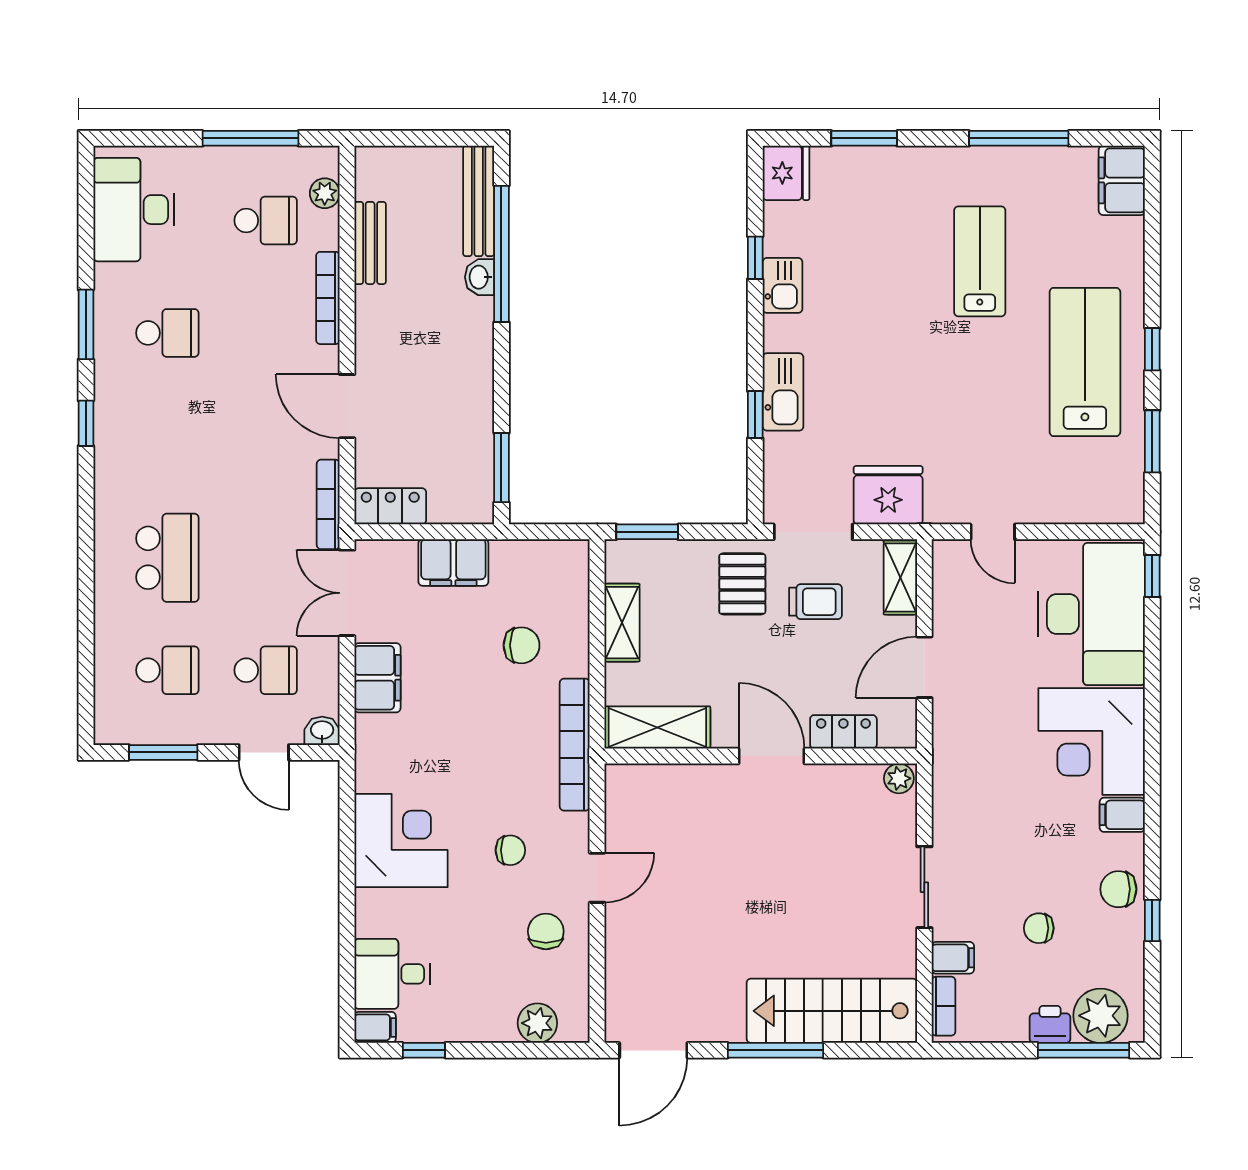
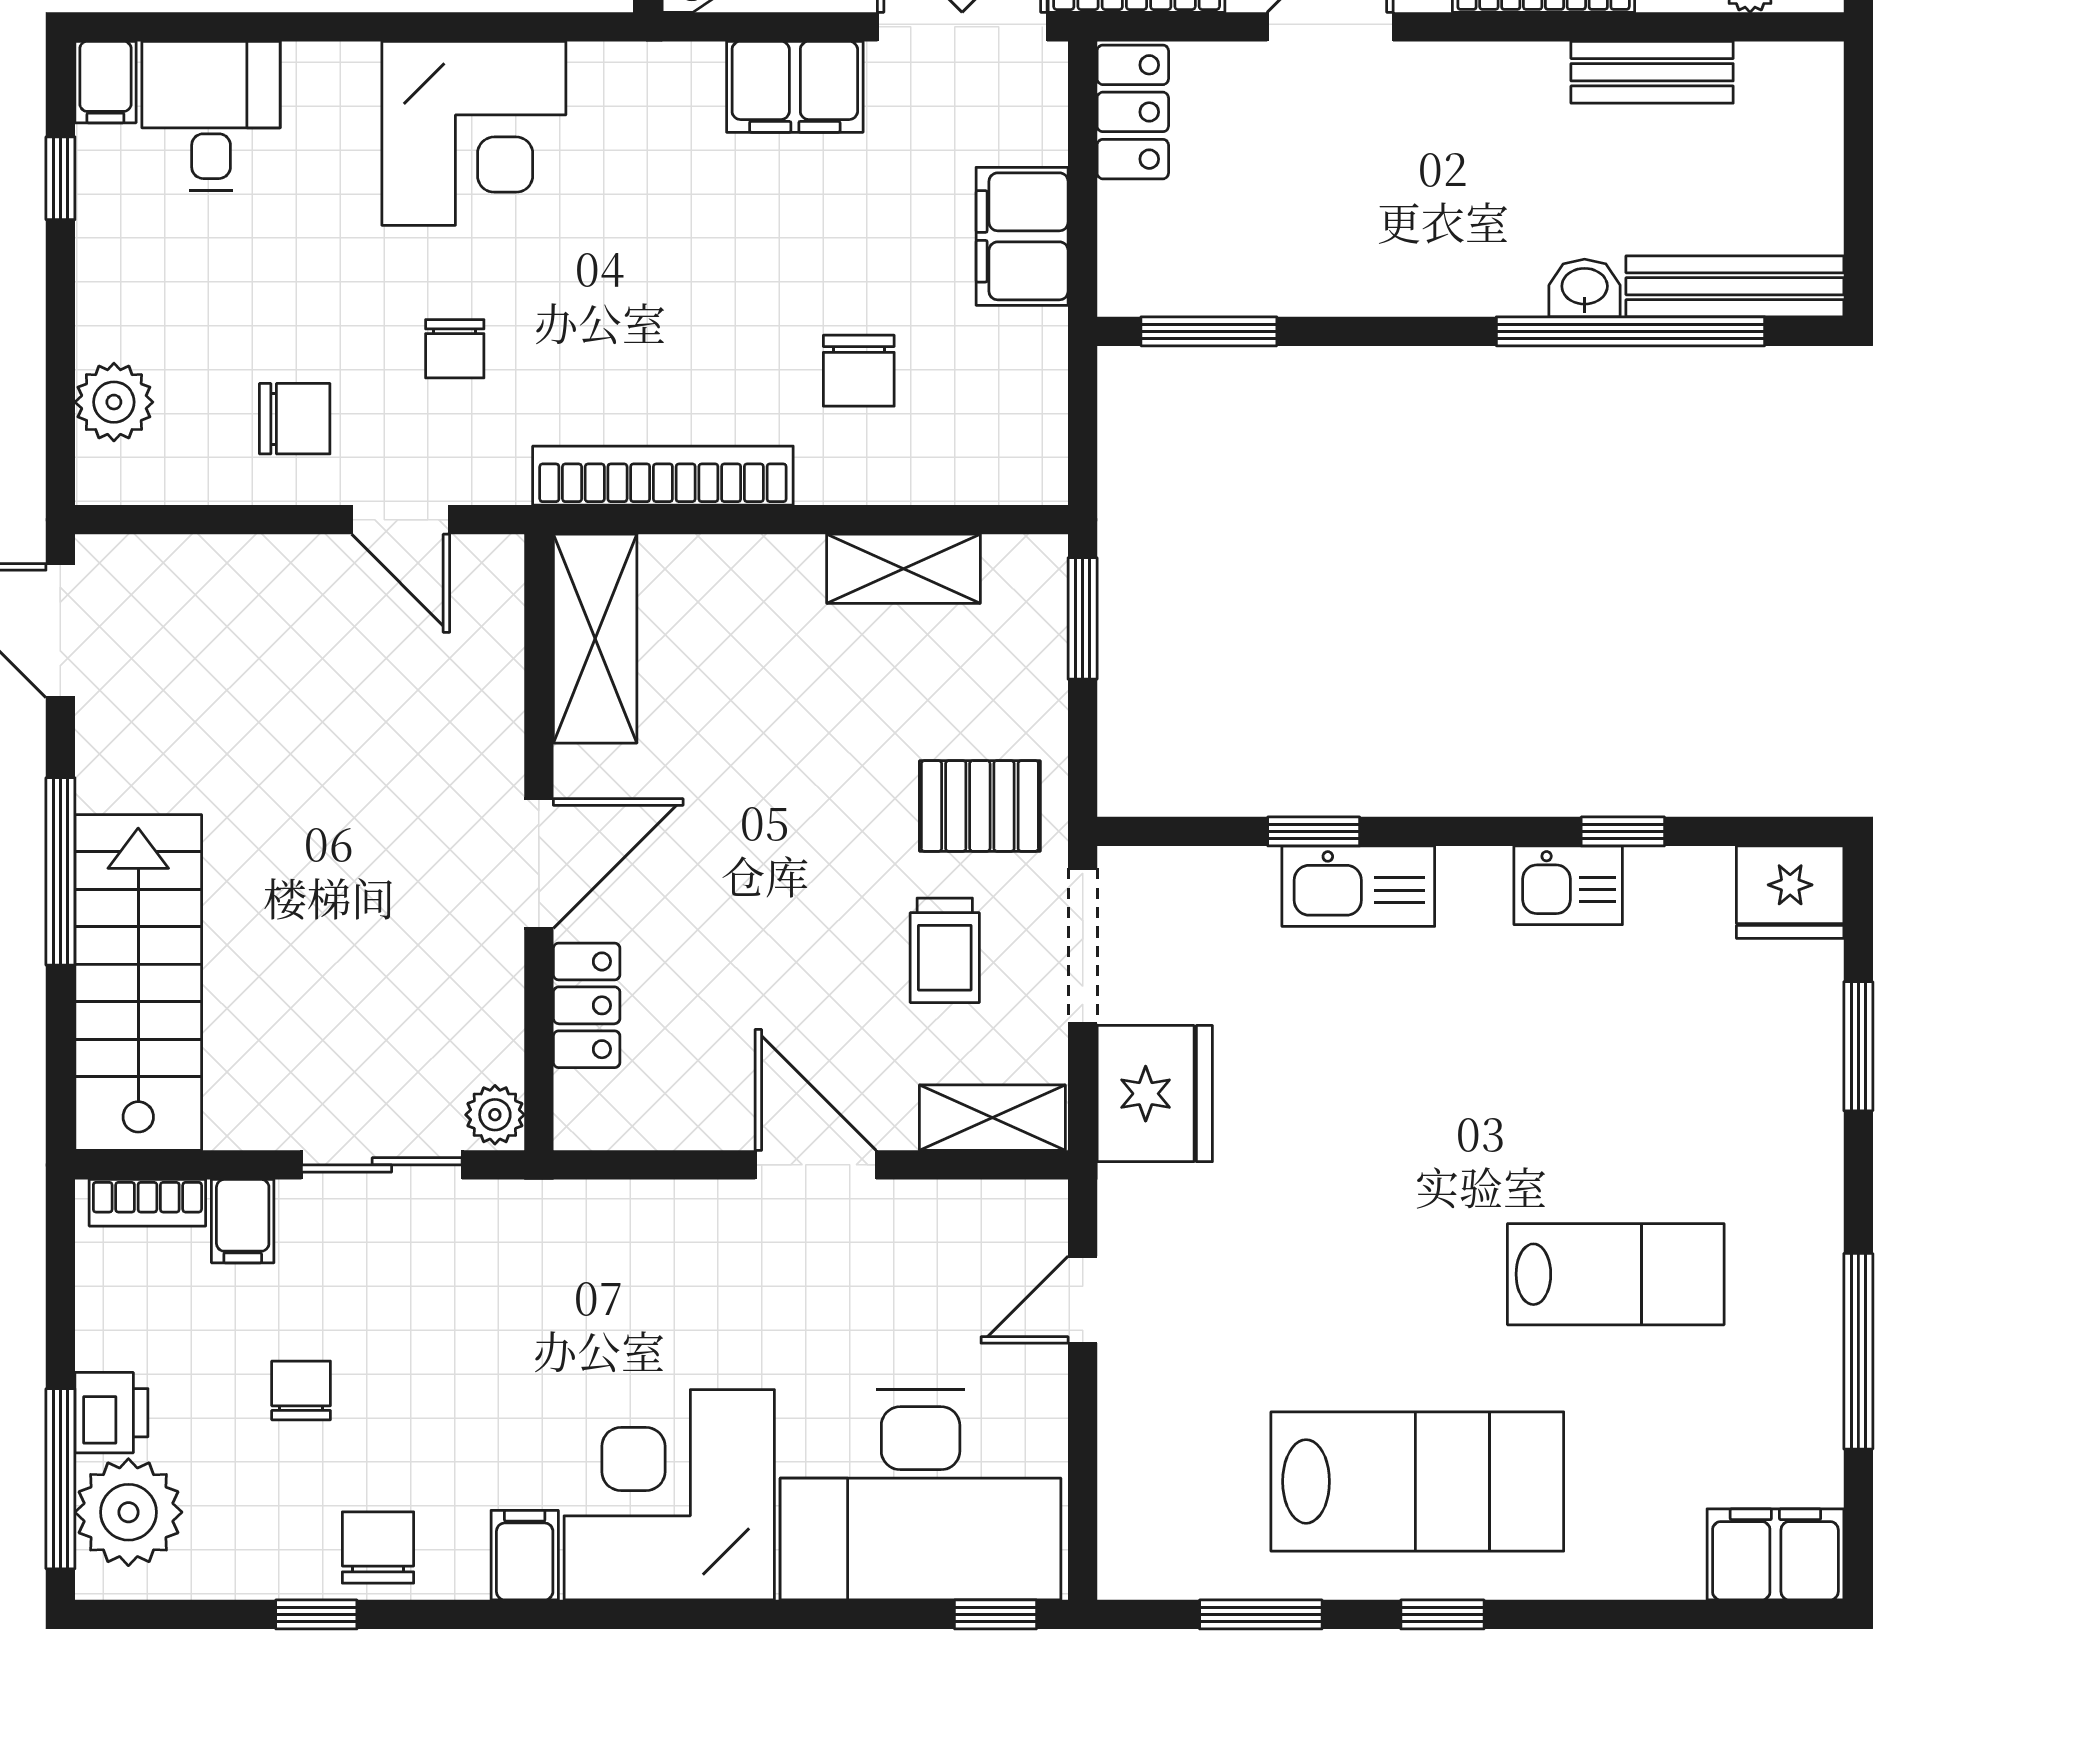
shelving: (657, 728) -> (595, 639), moved
locker: (843, 732) -> (587, 1005), moved
wall: (761, 756) -> (539, 842), moved
door: (771, 756) -> (539, 864), moved
plant: (899, 778) -> (495, 1115), moved

